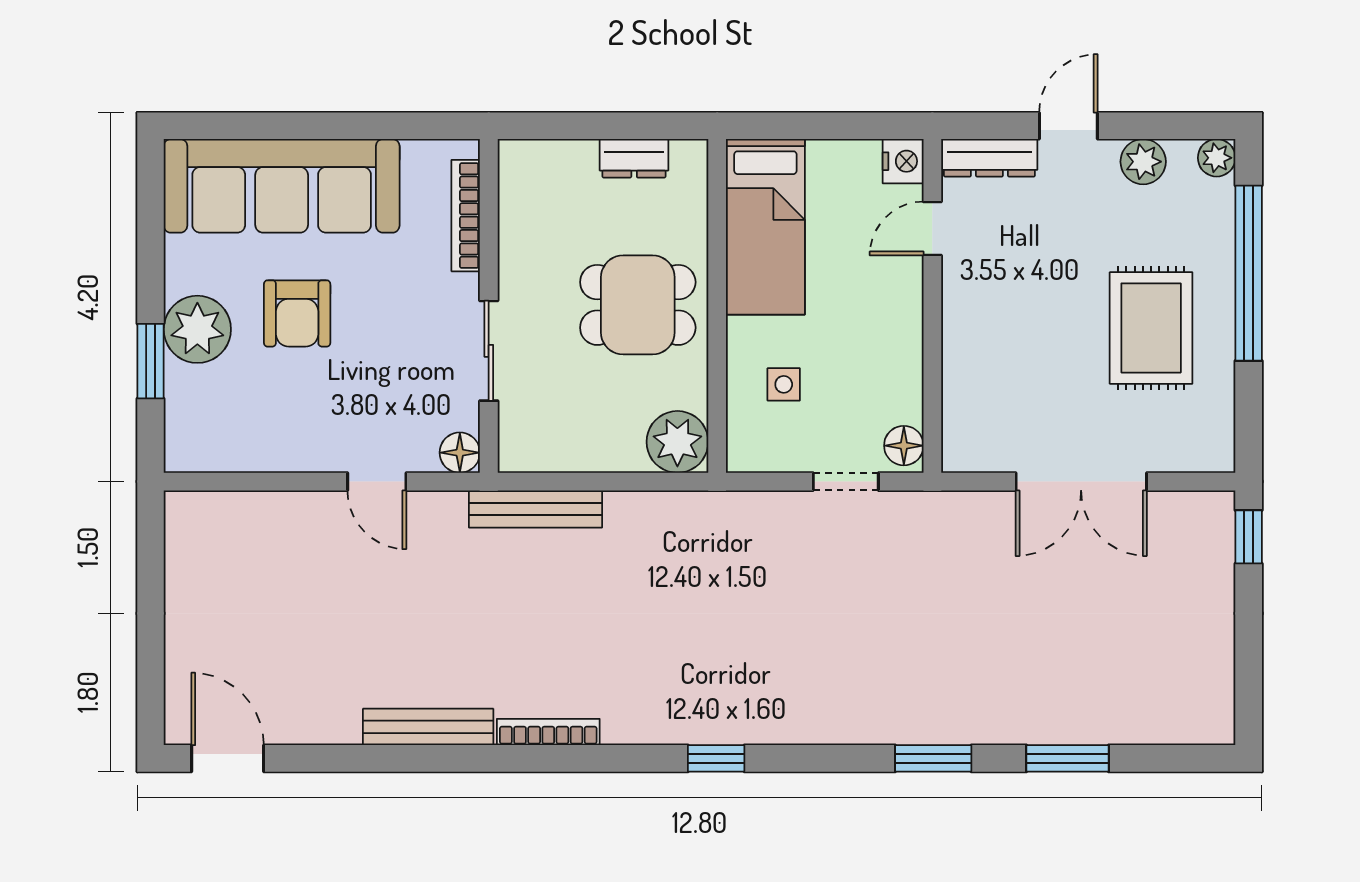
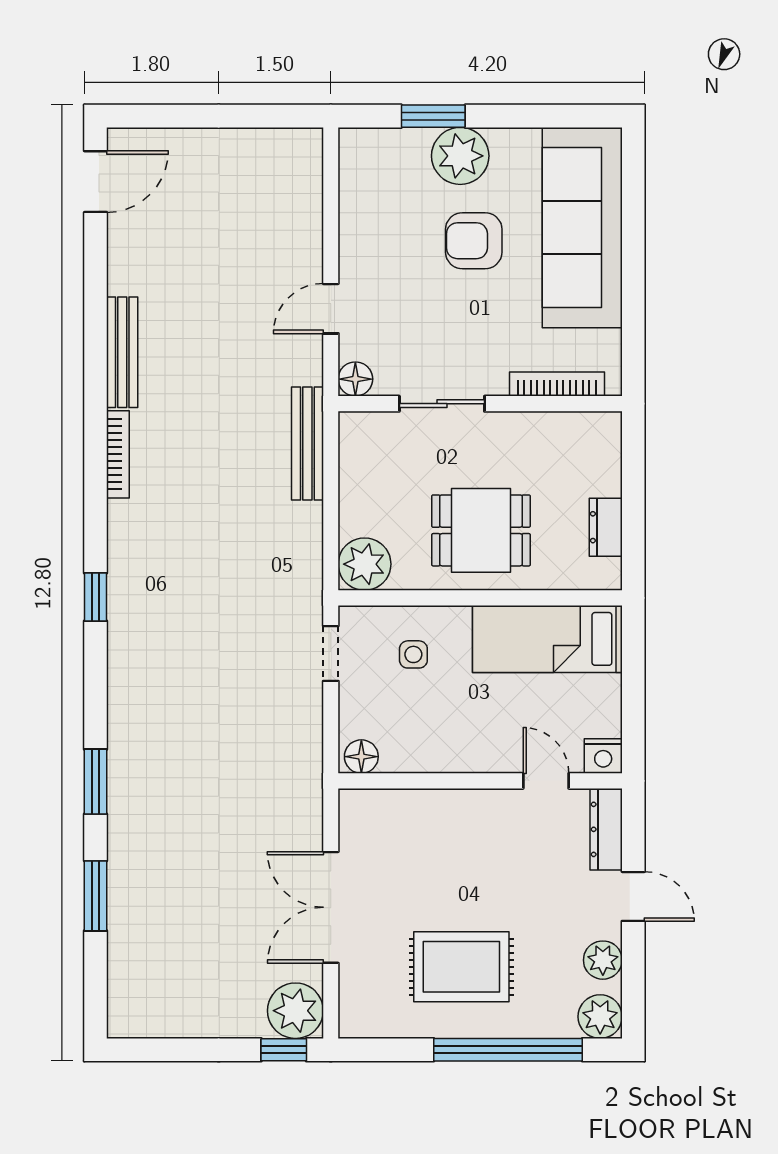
plant: (1217, 158) -> (600, 1017), width x1.38, depth x1.38
dining table: (638, 305) -> (481, 530), turned 90
doorway: (846, 482) -> (331, 654), moved
plant: (1203, 523) -> (295, 1011), added

